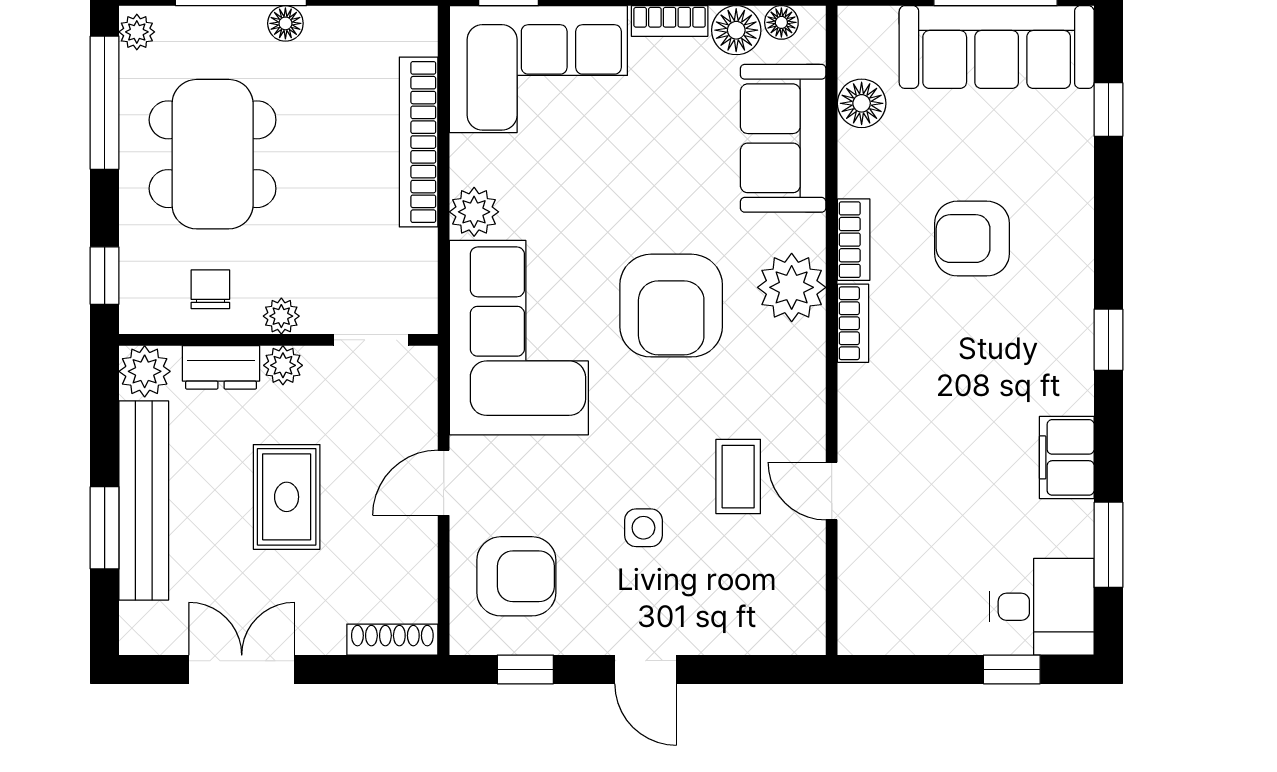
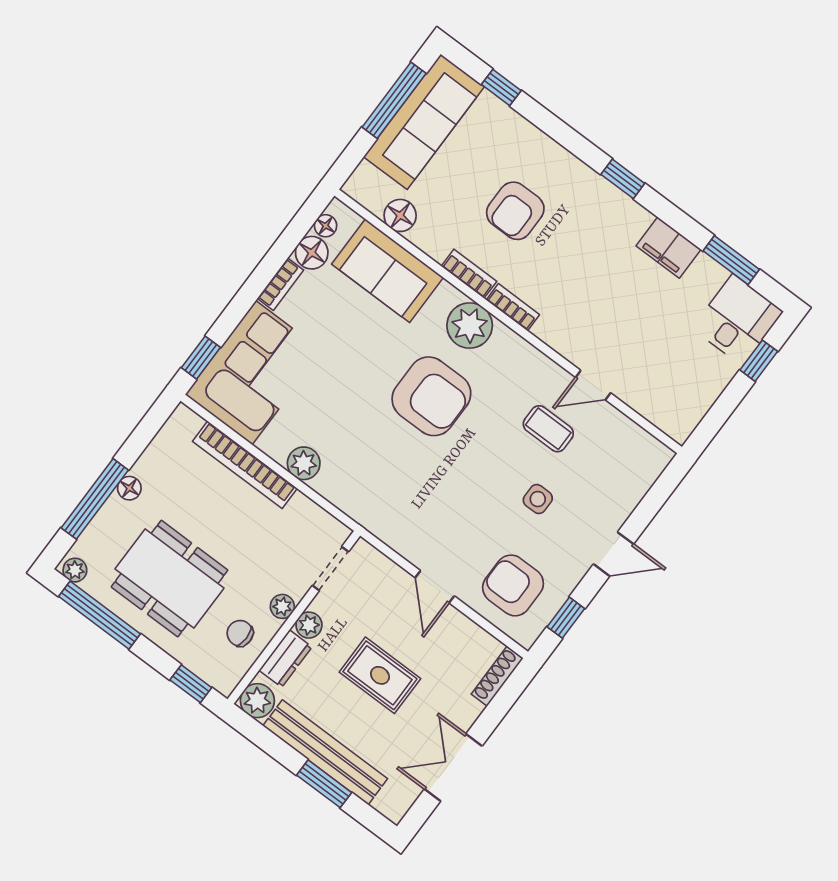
corner sofa: (519, 338) -> (388, 489), removed
armchair: (516, 576) -> (513, 585), turned -90

